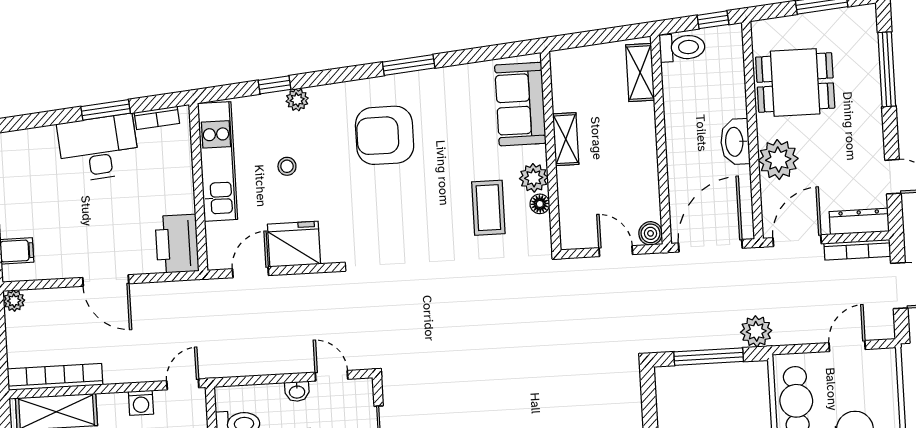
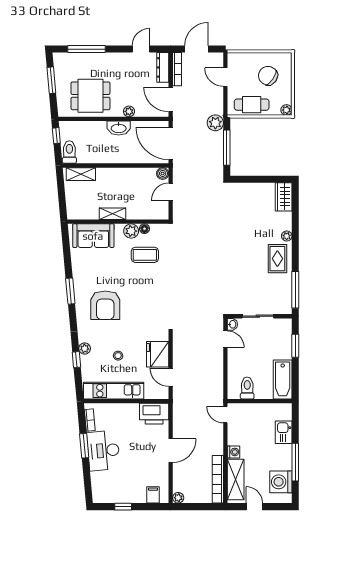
dining table: (795, 83) -> (90, 96), turned 90
plant: (778, 160) -> (129, 111), width x0.53, depth x0.53
door: (332, 376) -> (225, 339), swing flipped
washbasin: (297, 392) -> (232, 324), moved
washing machine: (141, 403) -> (234, 452), moved

